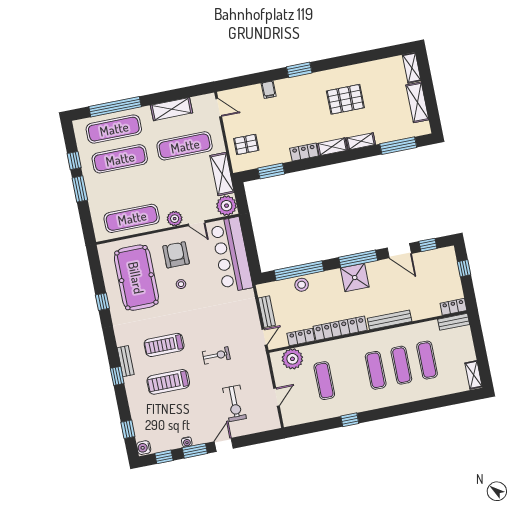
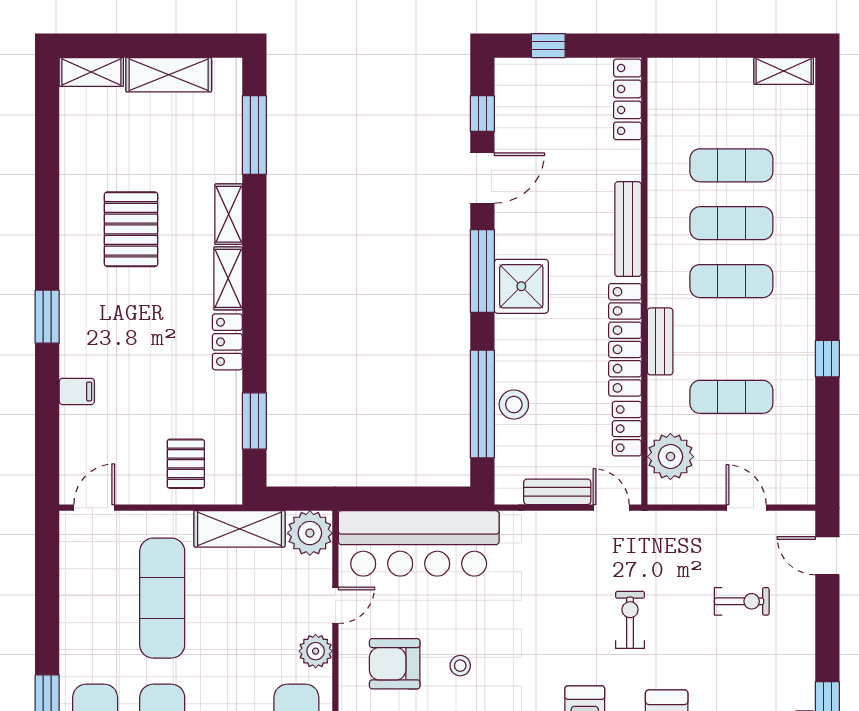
shelving: (171, 109) -> (77, 611), removed
locker: (453, 307) -> (627, 99), width x1.53
bench: (454, 322) -> (660, 341), moved
exercise bike: (235, 403) -> (742, 601), width x0.73, depth x0.72
door: (224, 445) -> (827, 556), moved

